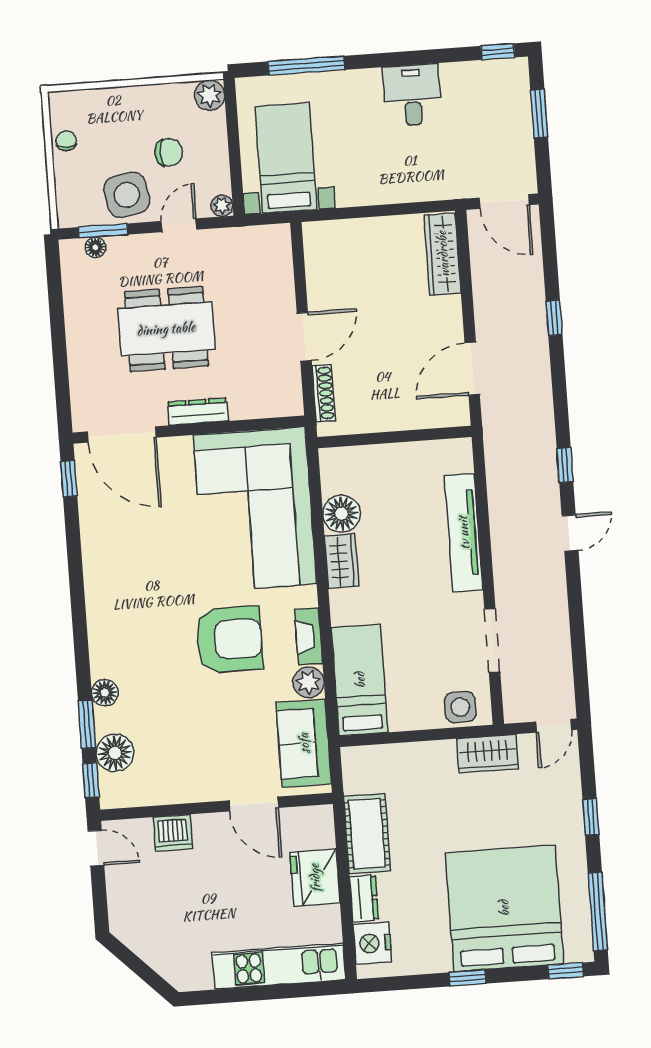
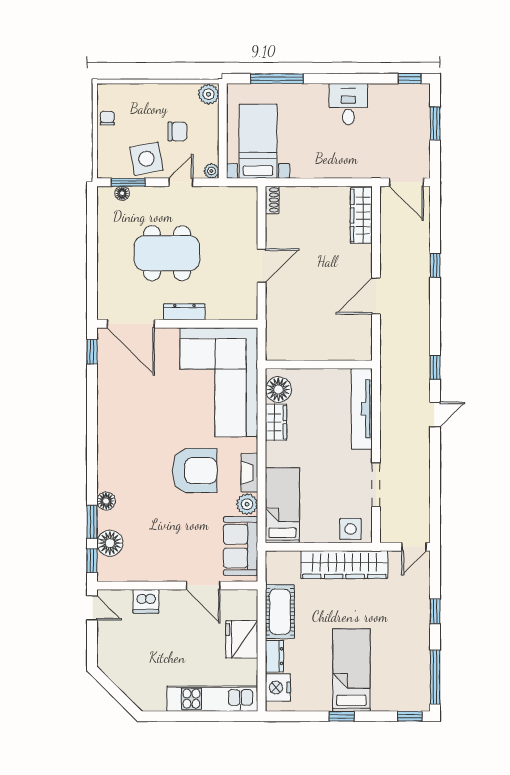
shoe rack: (324, 393) -> (272, 200), moved, width x0.70
wall: (394, 437) -> (319, 365), moved
wardrobe: (488, 754) -> (344, 565), width x2.10, depth x1.17
bed: (504, 908) -> (351, 670), width x0.49

